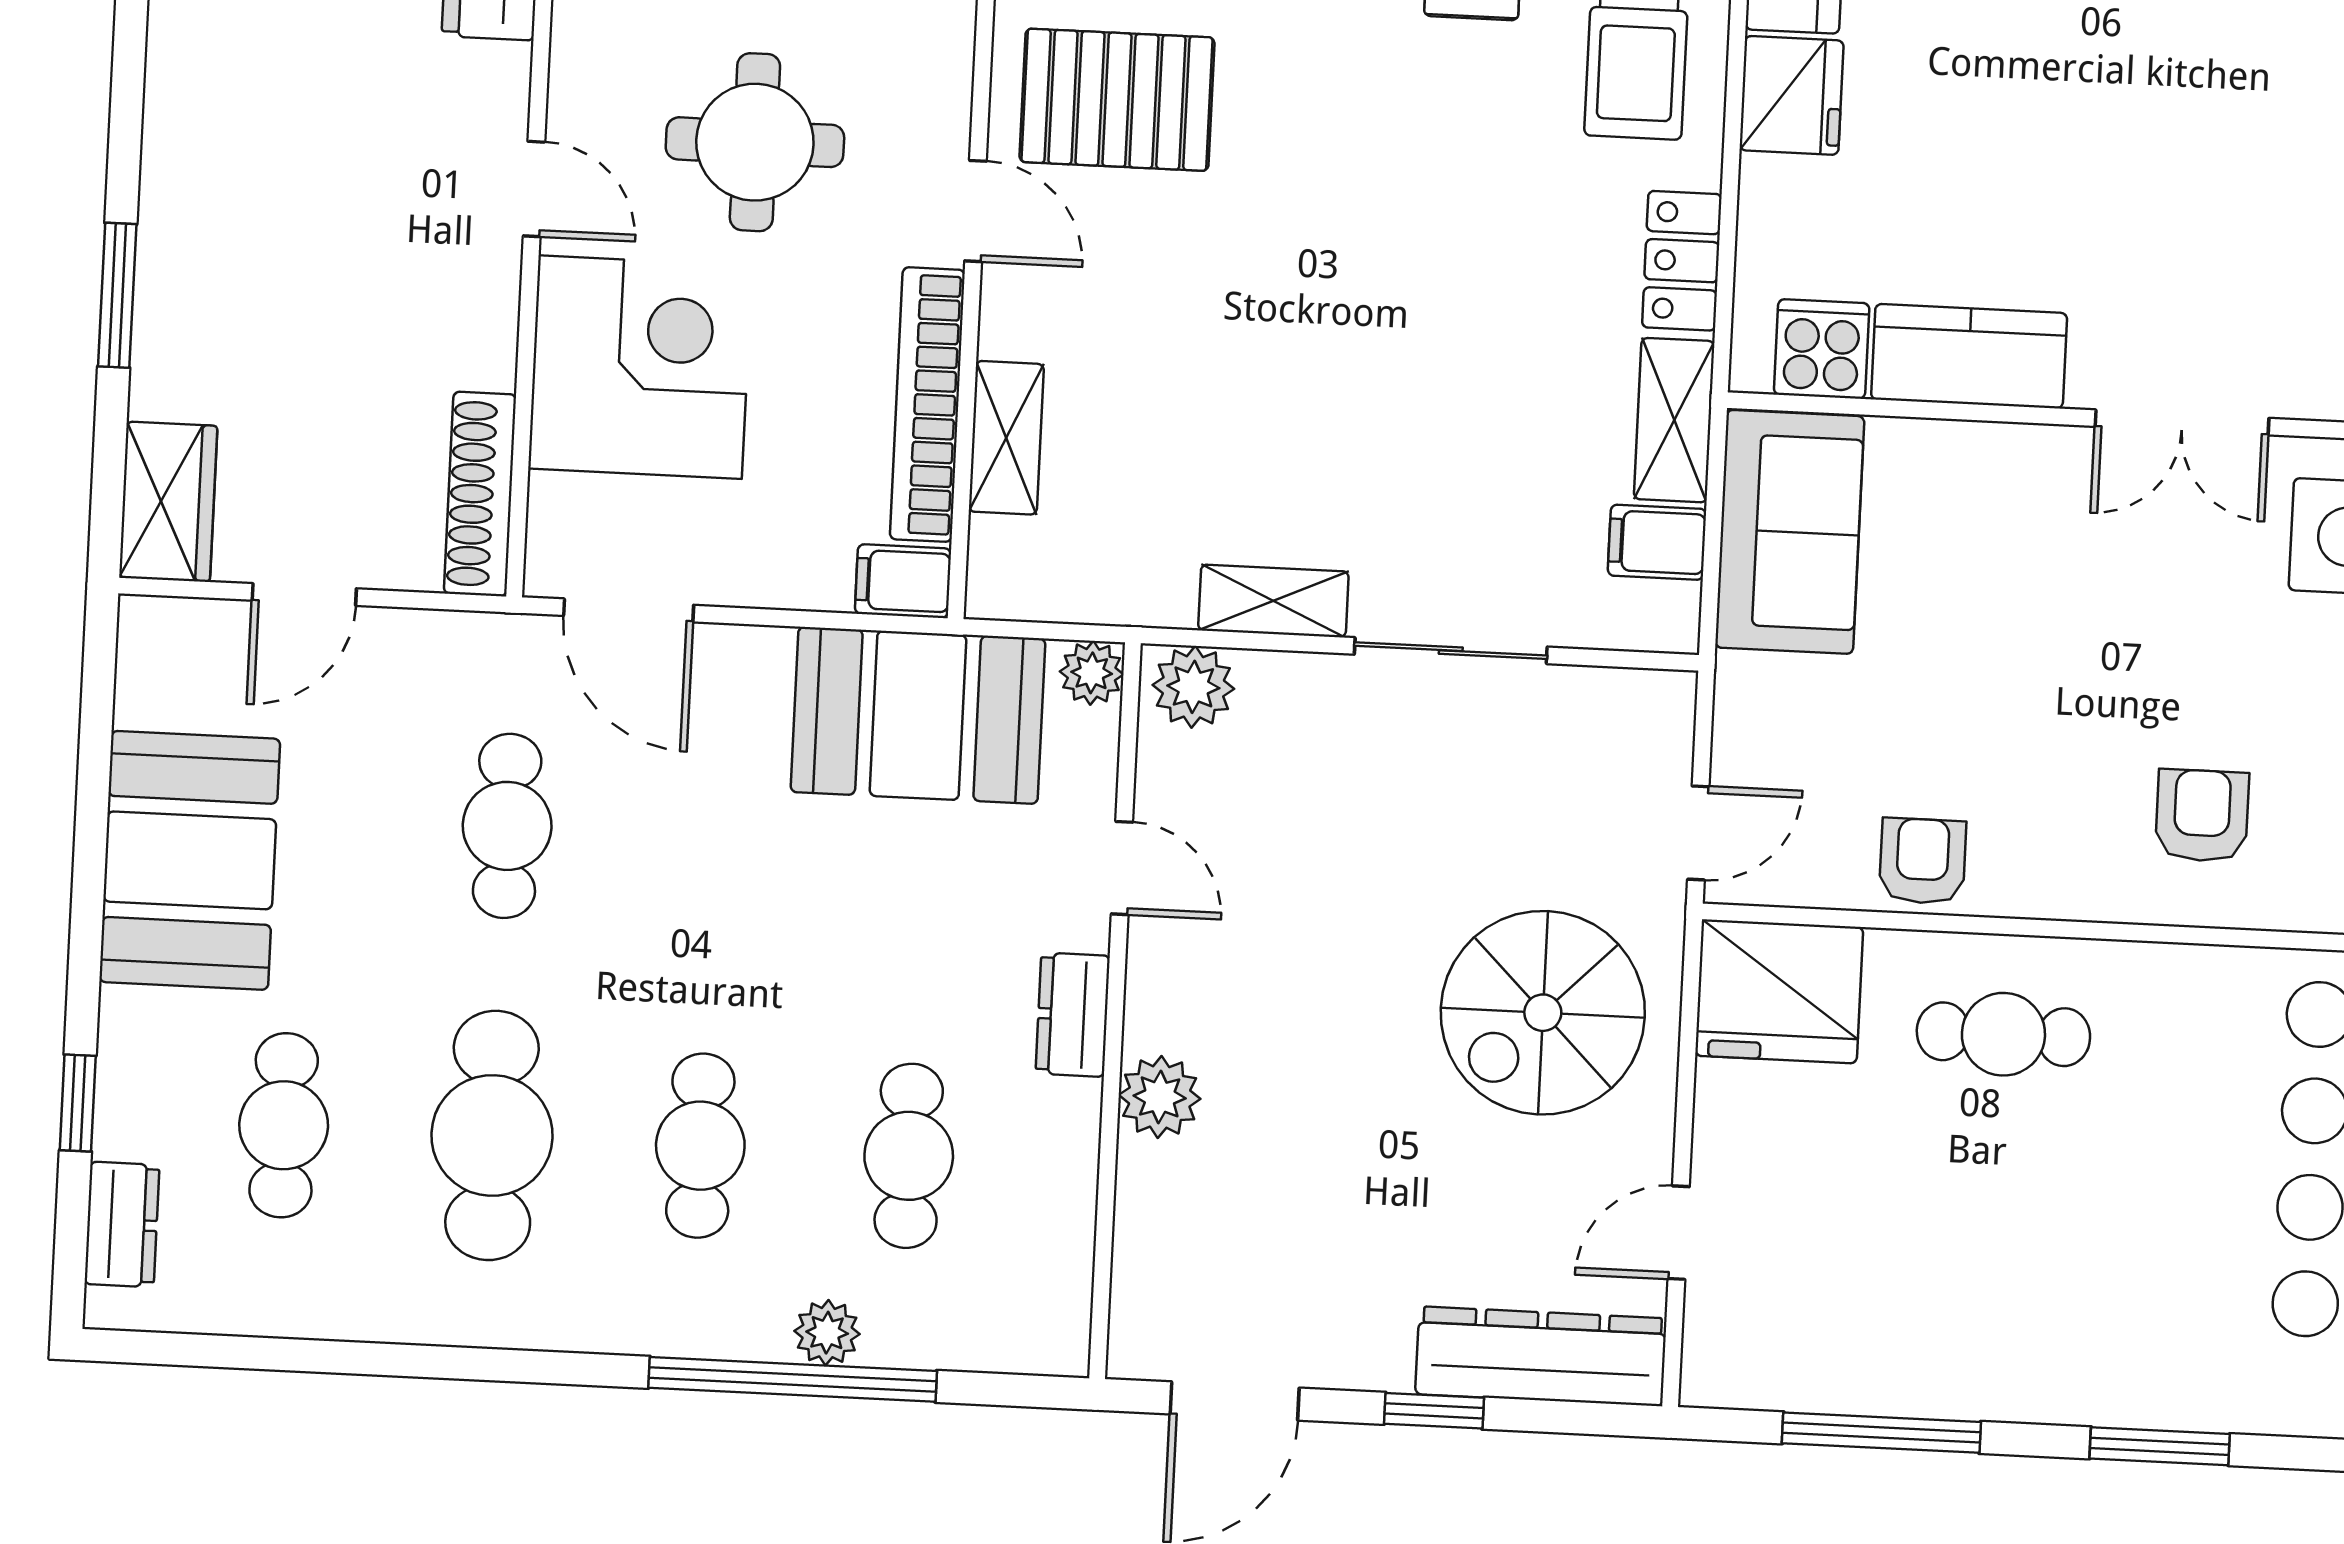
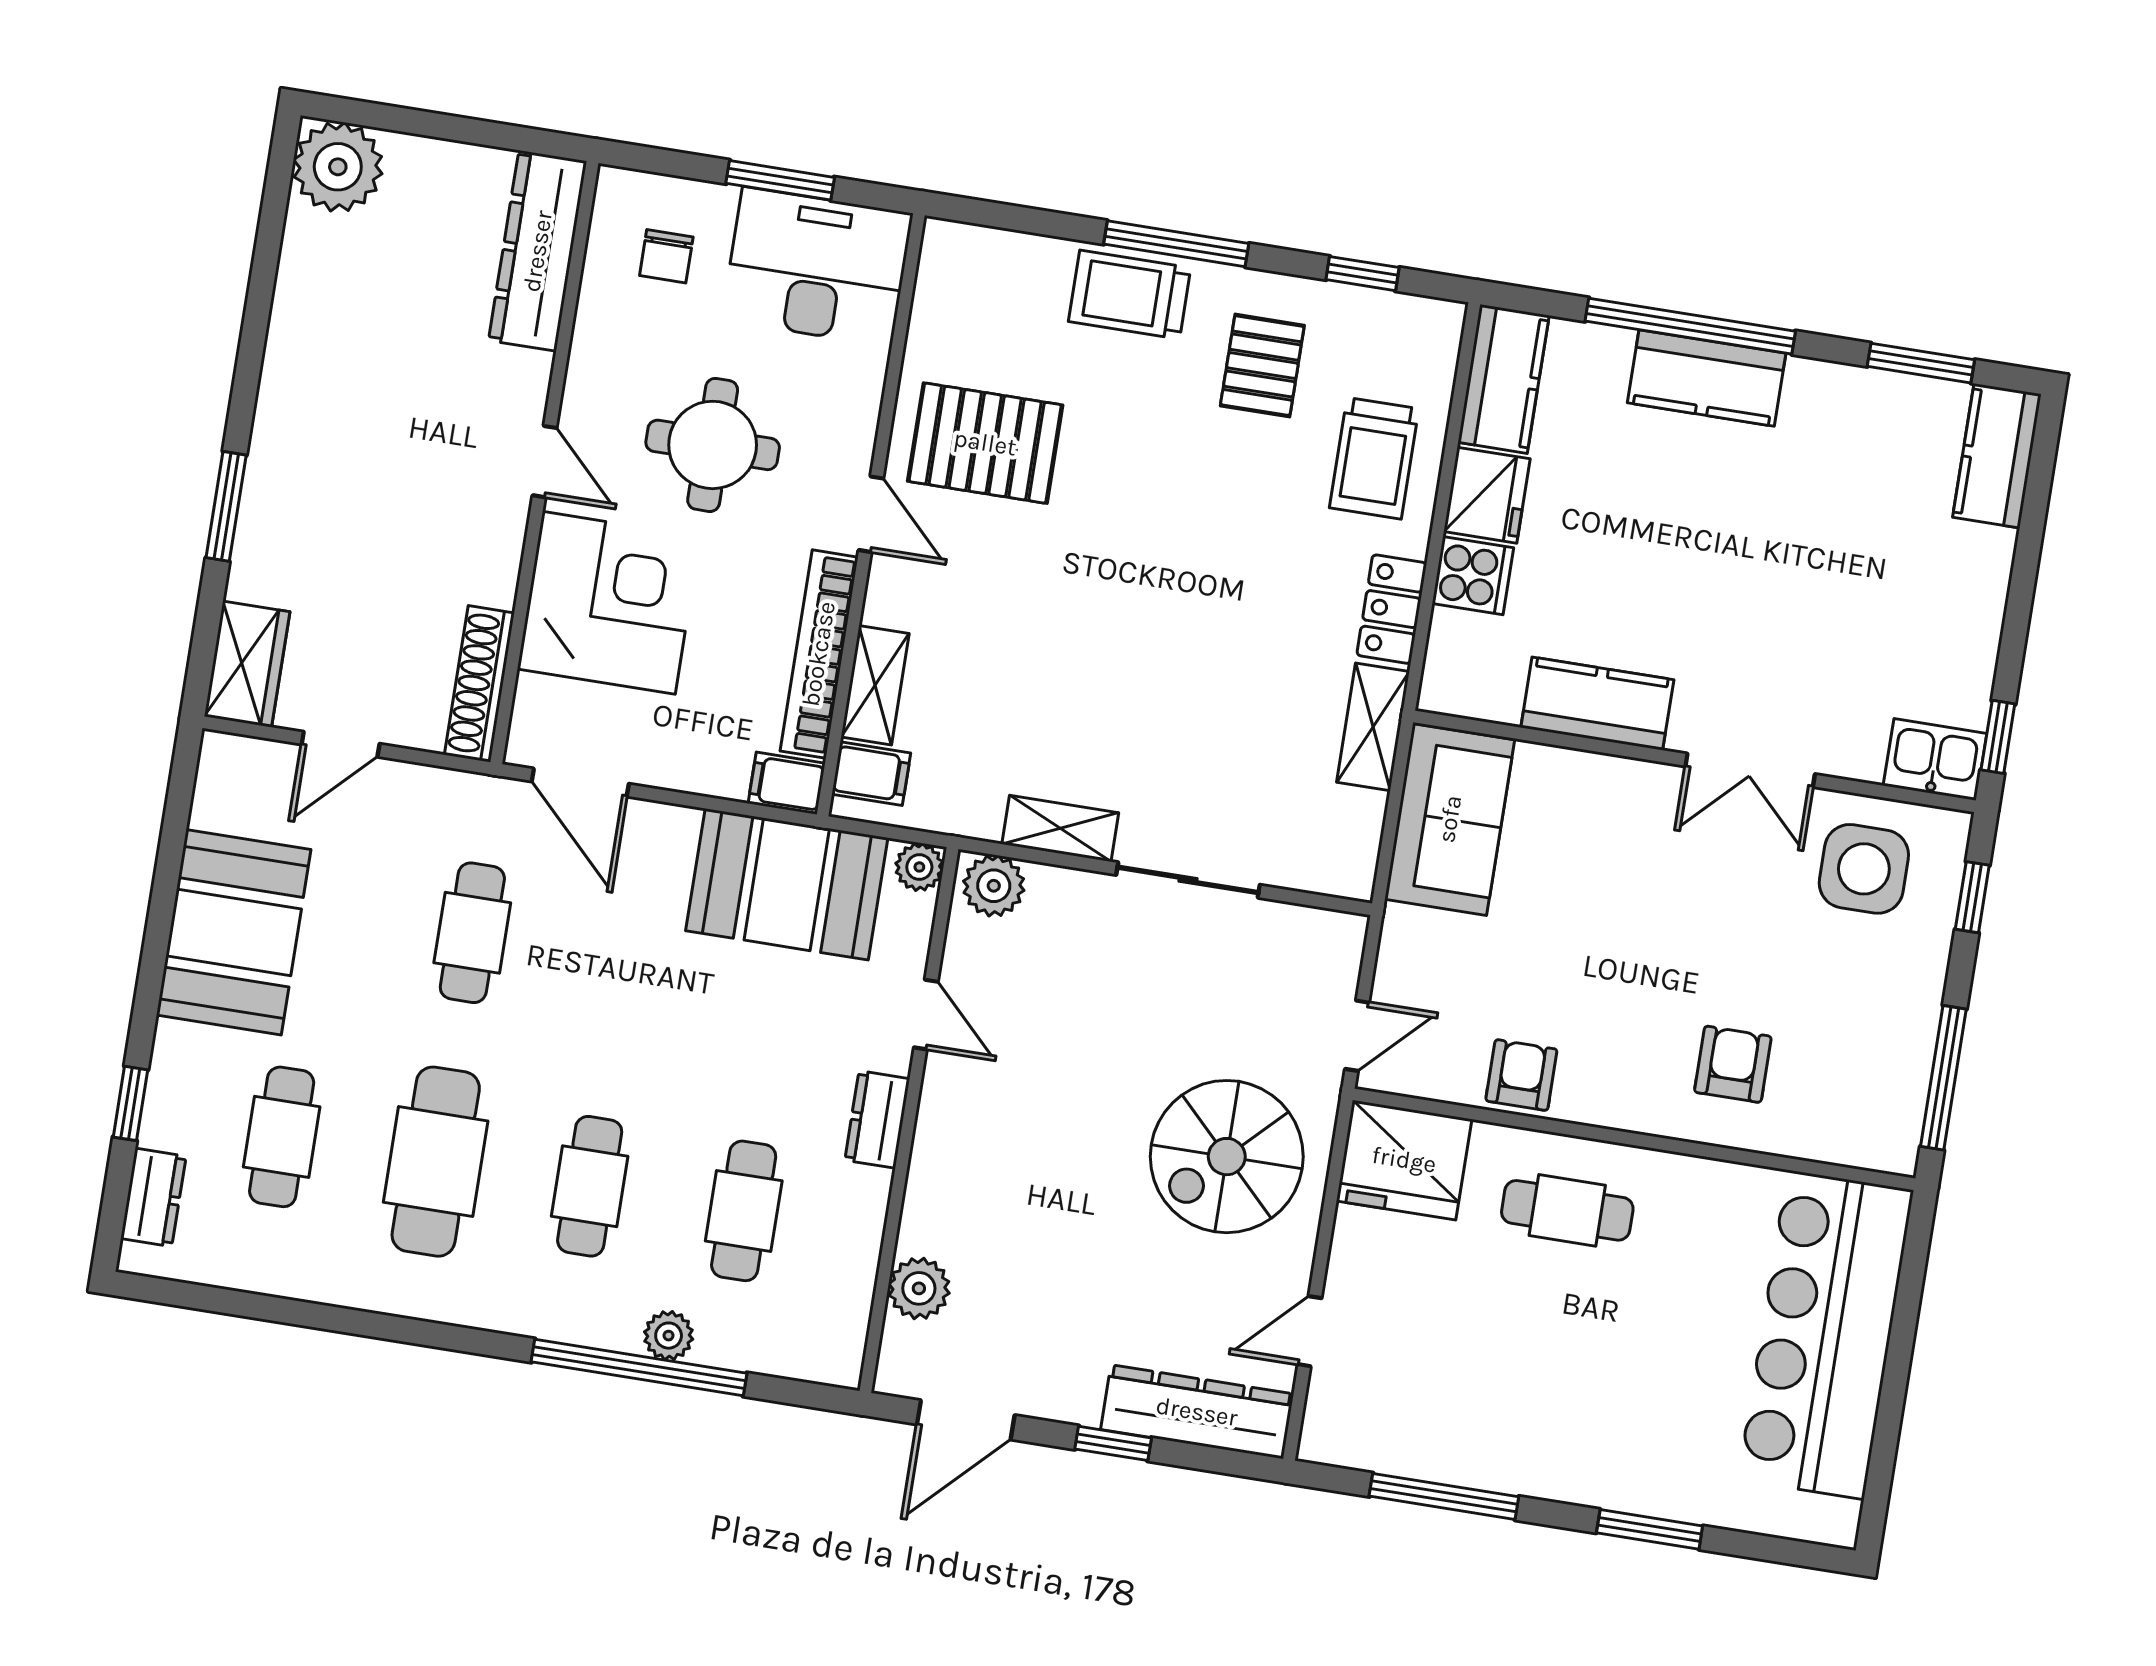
cooker: (1822, 349) -> (1473, 576), moved, turned 90
filing cabinet: (1657, 542) -> (871, 774), moved, turned 180
plant: (1160, 1097) -> (919, 1288), moved

